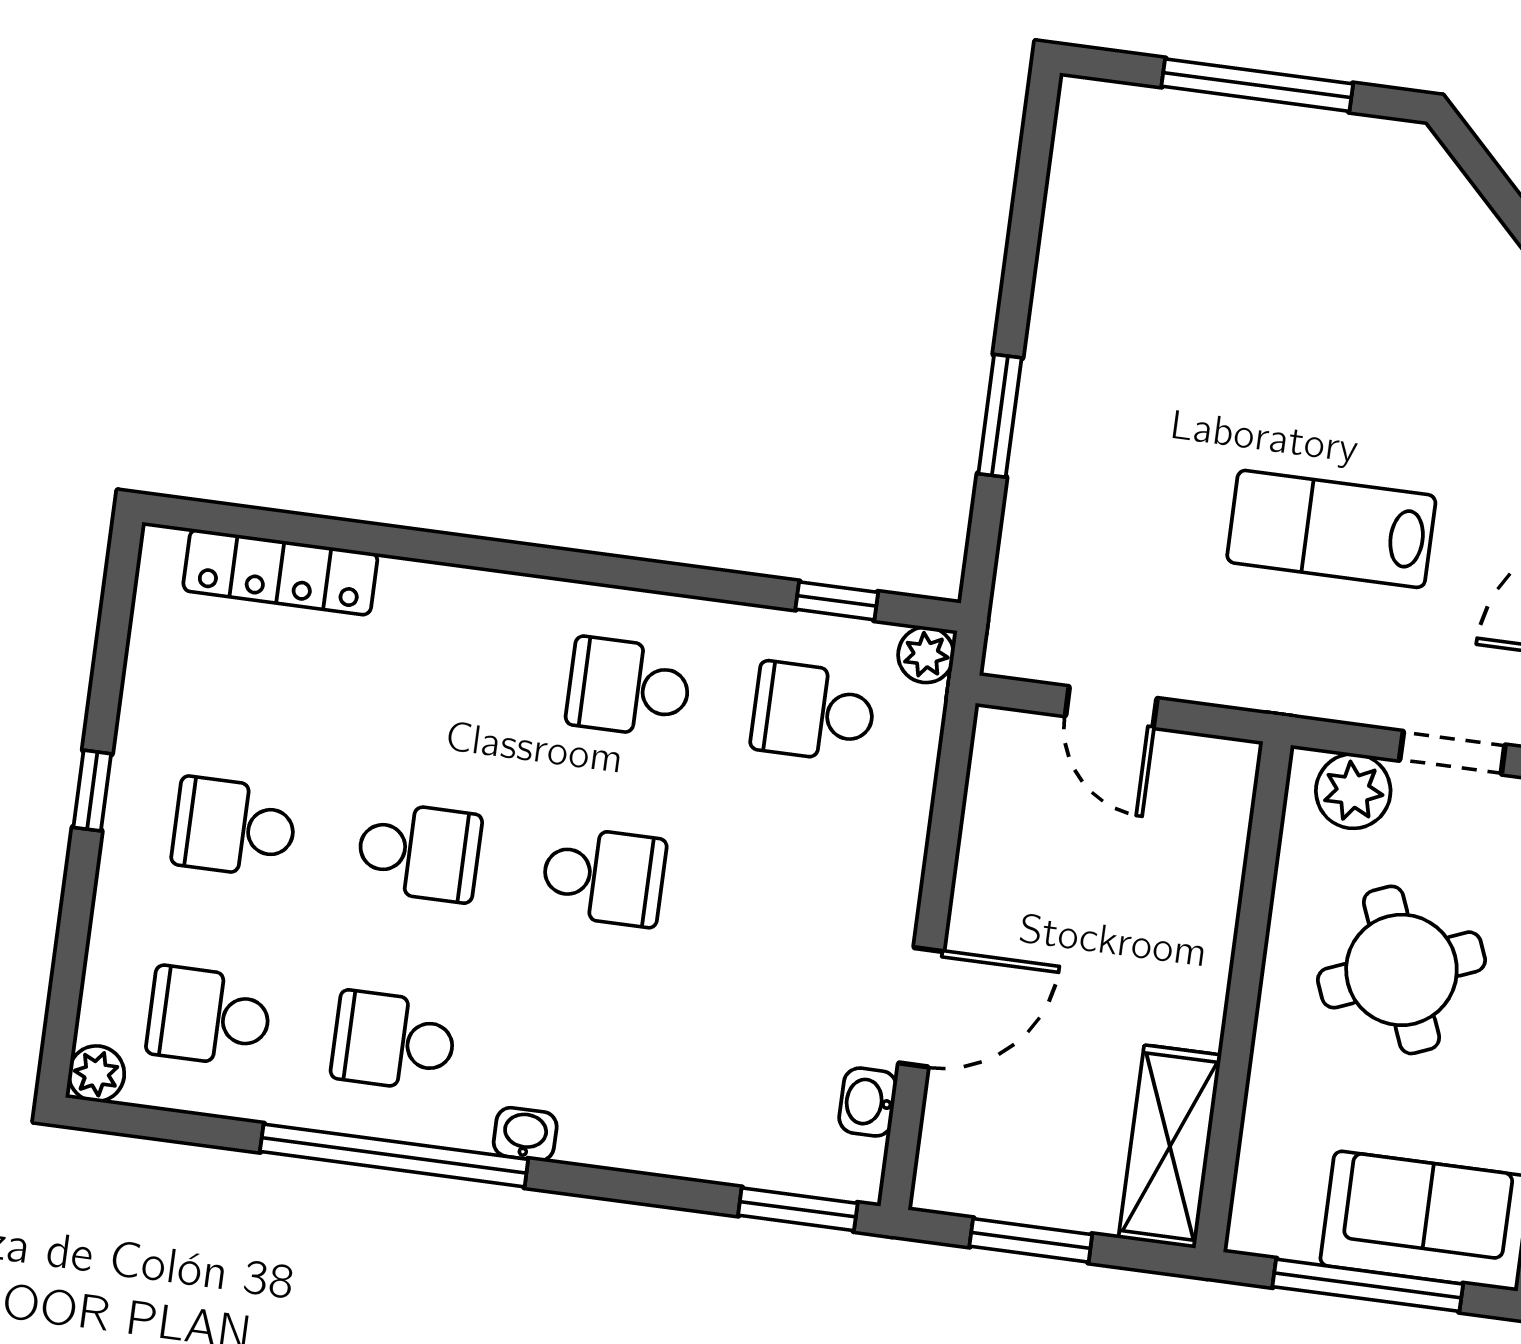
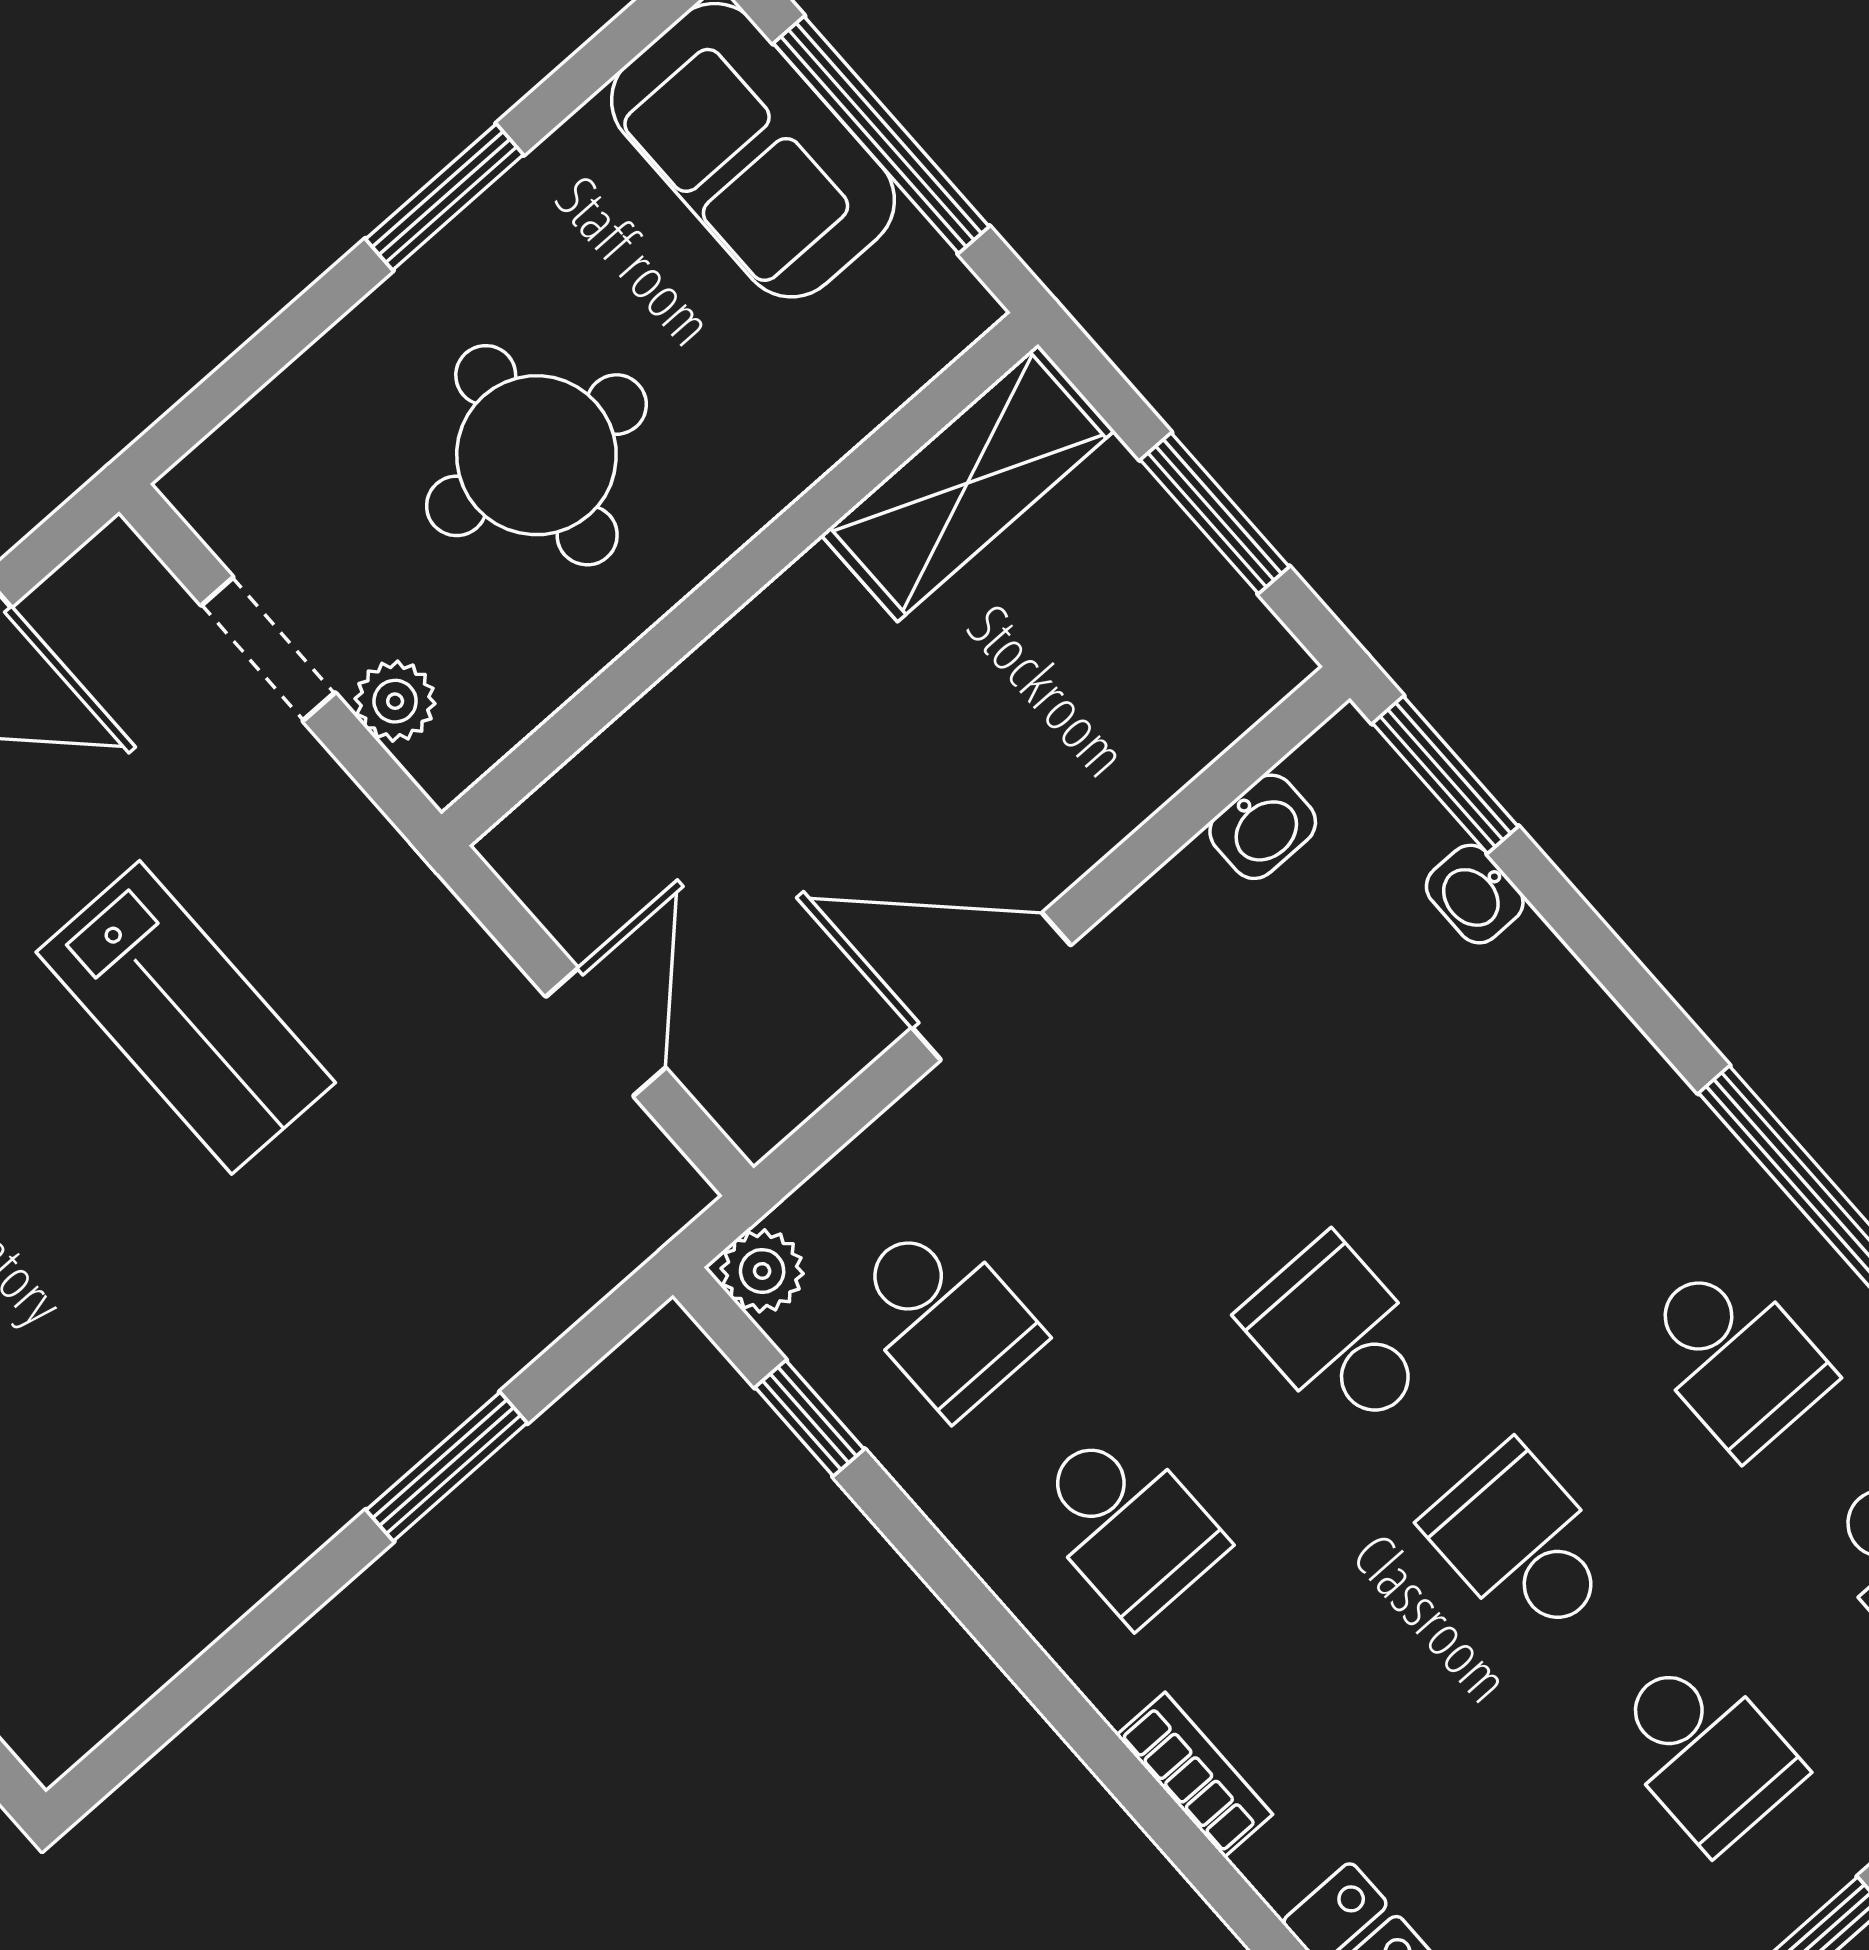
bookcase: (483, 590) -> (1195, 1775), added
plant: (1353, 791) -> (395, 701), width x0.73, depth x0.73
round table: (1401, 970) -> (536, 455), turned 31
door: (921, 1007) -> (991, 986), moved
washbasin: (525, 1134) -> (1475, 894), moved

